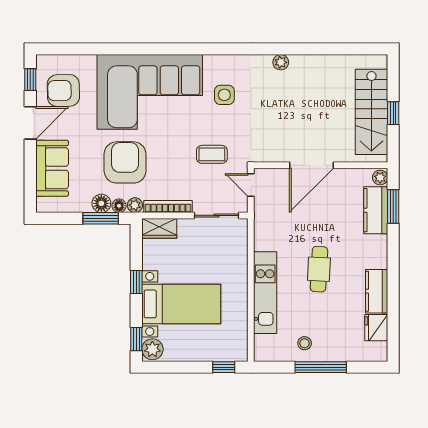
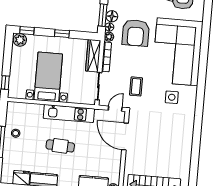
plant: (281, 62) -> (189, 133), removed
armchair: (125, 162) -> (136, 33), turned 90
door: (311, 165) -> (125, 136), moved
wardrobe: (159, 228) -> (93, 56), width x1.50
kitchen unit: (265, 293) -> (69, 114), moved
bed with nightstands: (181, 304) -> (48, 77), moved, turned 180

